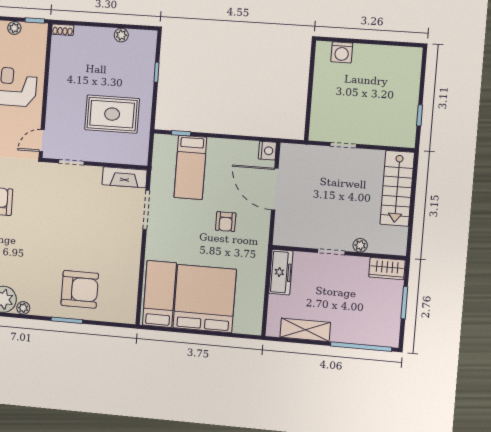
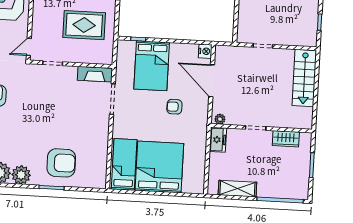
bed: (190, 167) -> (152, 66), width x1.50
armchair: (226, 222) -> (174, 107), turned 90
plant: (360, 245) -> (220, 119), moved
wardrobe: (387, 269) -> (286, 139), moved
freezer: (281, 272) -> (218, 140), width x0.71
plant: (23, 308) -> (21, 175), width x1.88, depth x1.88

